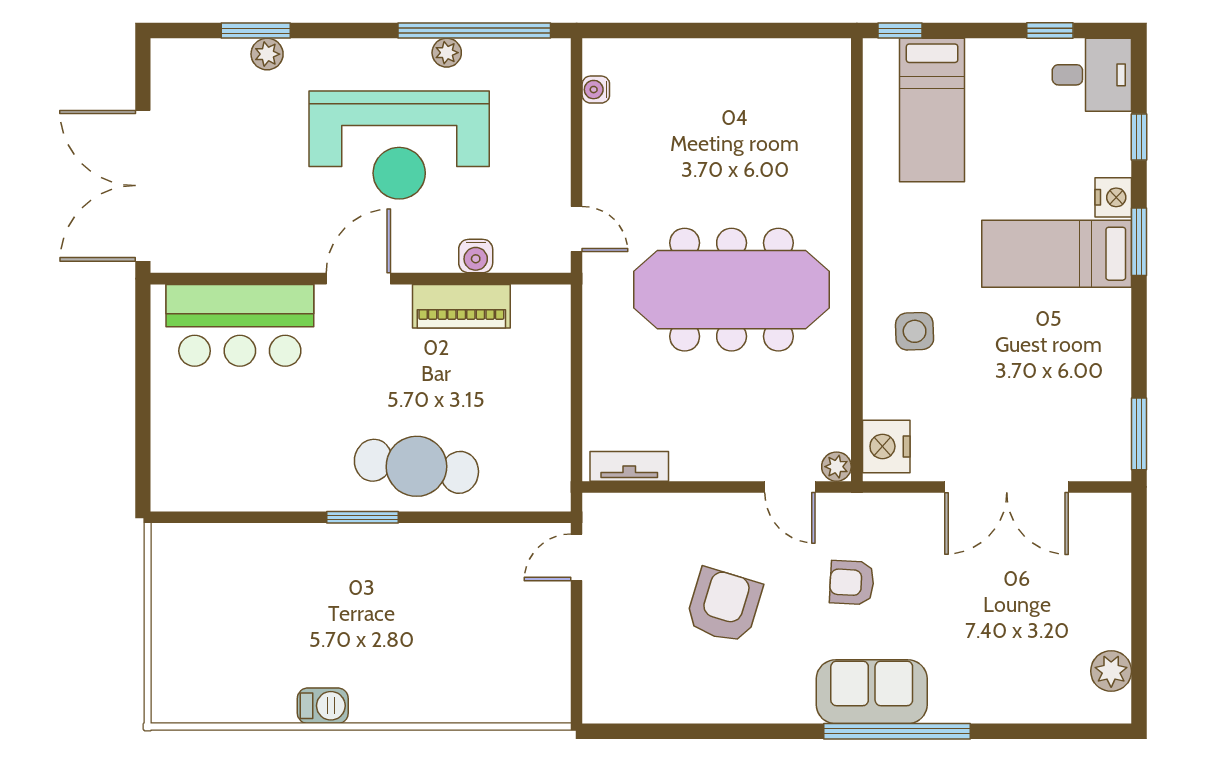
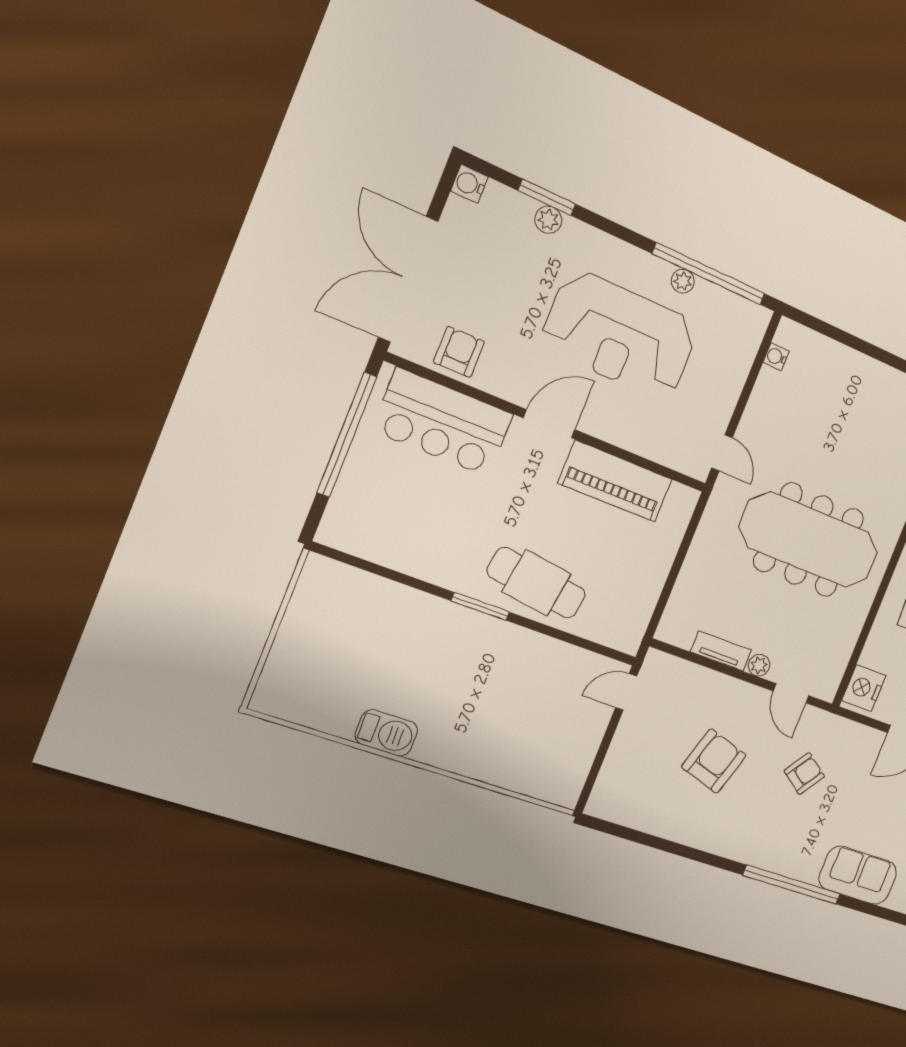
armchair: (227, 241) -> (459, 352), added
water cooler: (476, 256) -> (469, 184), moved, turned 90
piano: (461, 306) -> (615, 481), width x1.37, depth x1.33
window: (143, 381) -> (347, 435), added
tv unit: (629, 466) -> (721, 651), moved
plant: (836, 467) -> (759, 665), moved
armchair: (852, 583) -> (804, 774), turned 122
sofa: (872, 692) -> (858, 875), moved
barbecue: (323, 706) -> (386, 733), width x1.38, depth x1.27

